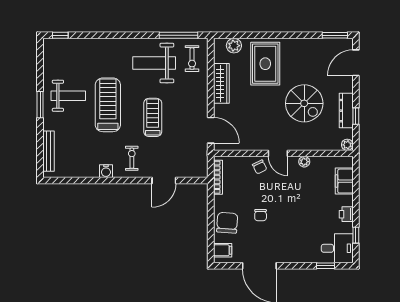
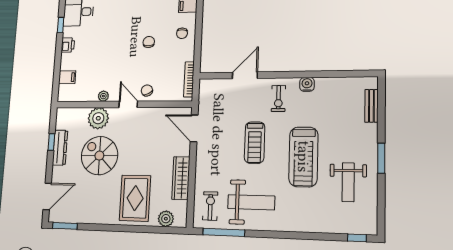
weight bench: (68, 96) -> (348, 182), moved, turned -90
plant: (347, 145) -> (98, 118), moved, width x1.88, depth x1.88
bench: (49, 151) -> (371, 106), width x0.73
filing cabinet: (344, 181) -> (67, 77), width x0.50
chair: (227, 223) -> (182, 33), width x0.54, depth x0.54

